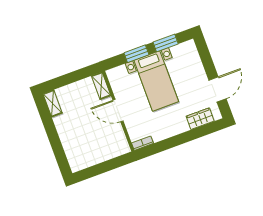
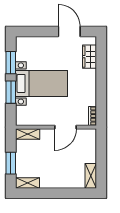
window: (66, 80) -> (11, 163), added
door: (118, 111) -> (66, 127), moved
shelving: (83, 163) -> (91, 176), added

